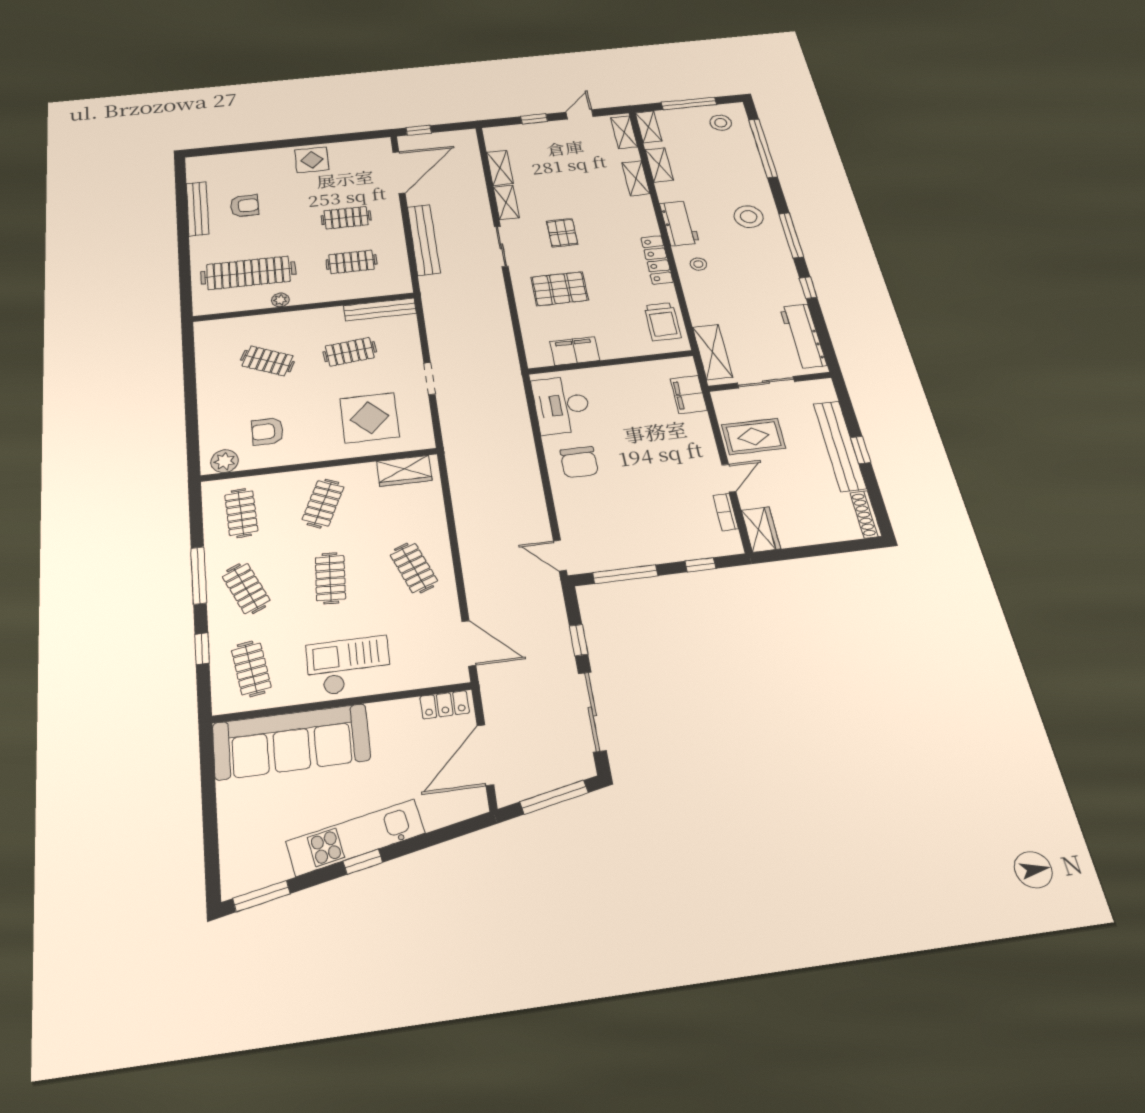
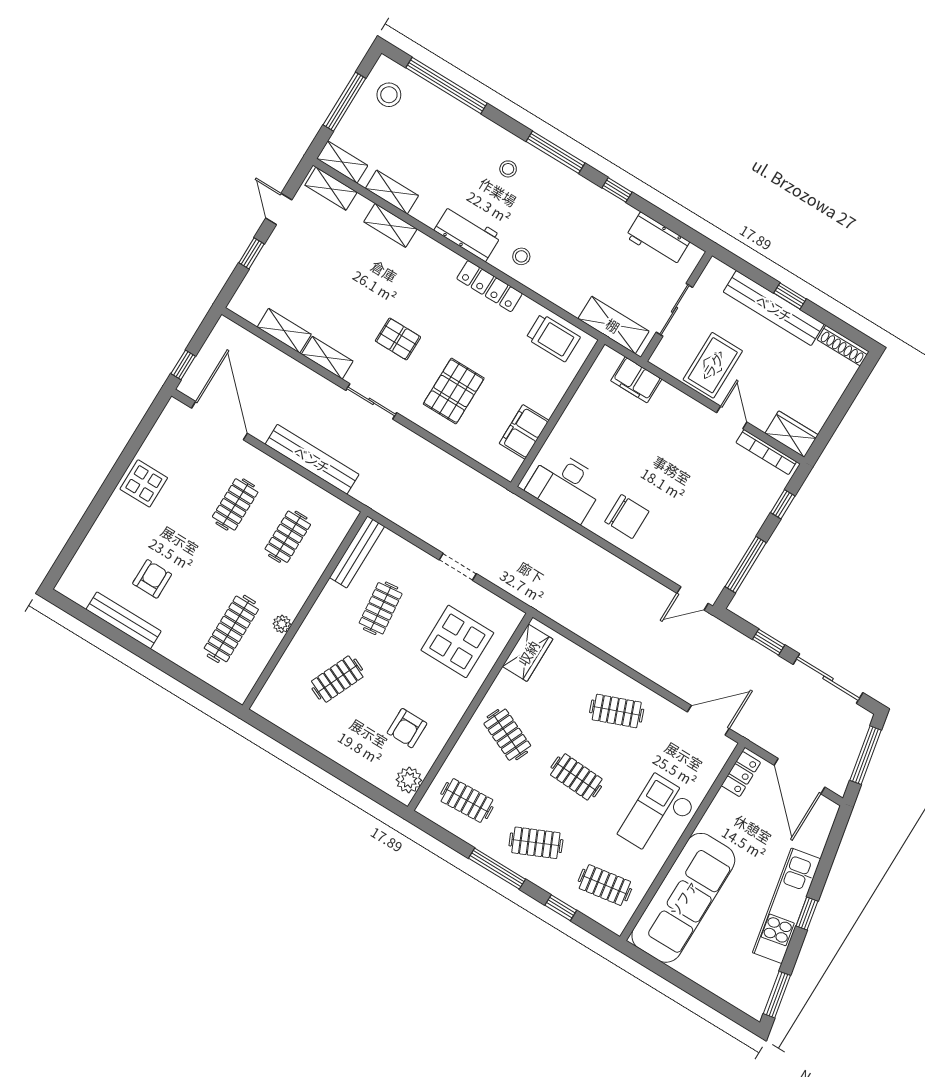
stool: (749, 217) -> (508, 169), width x0.53, depth x0.53
clothes rail: (248, 273) -> (231, 629), width x0.73, depth x0.76
workbench: (803, 336) -> (658, 239), width x0.73
bookcase: (726, 512) -> (766, 452), width x1.56

